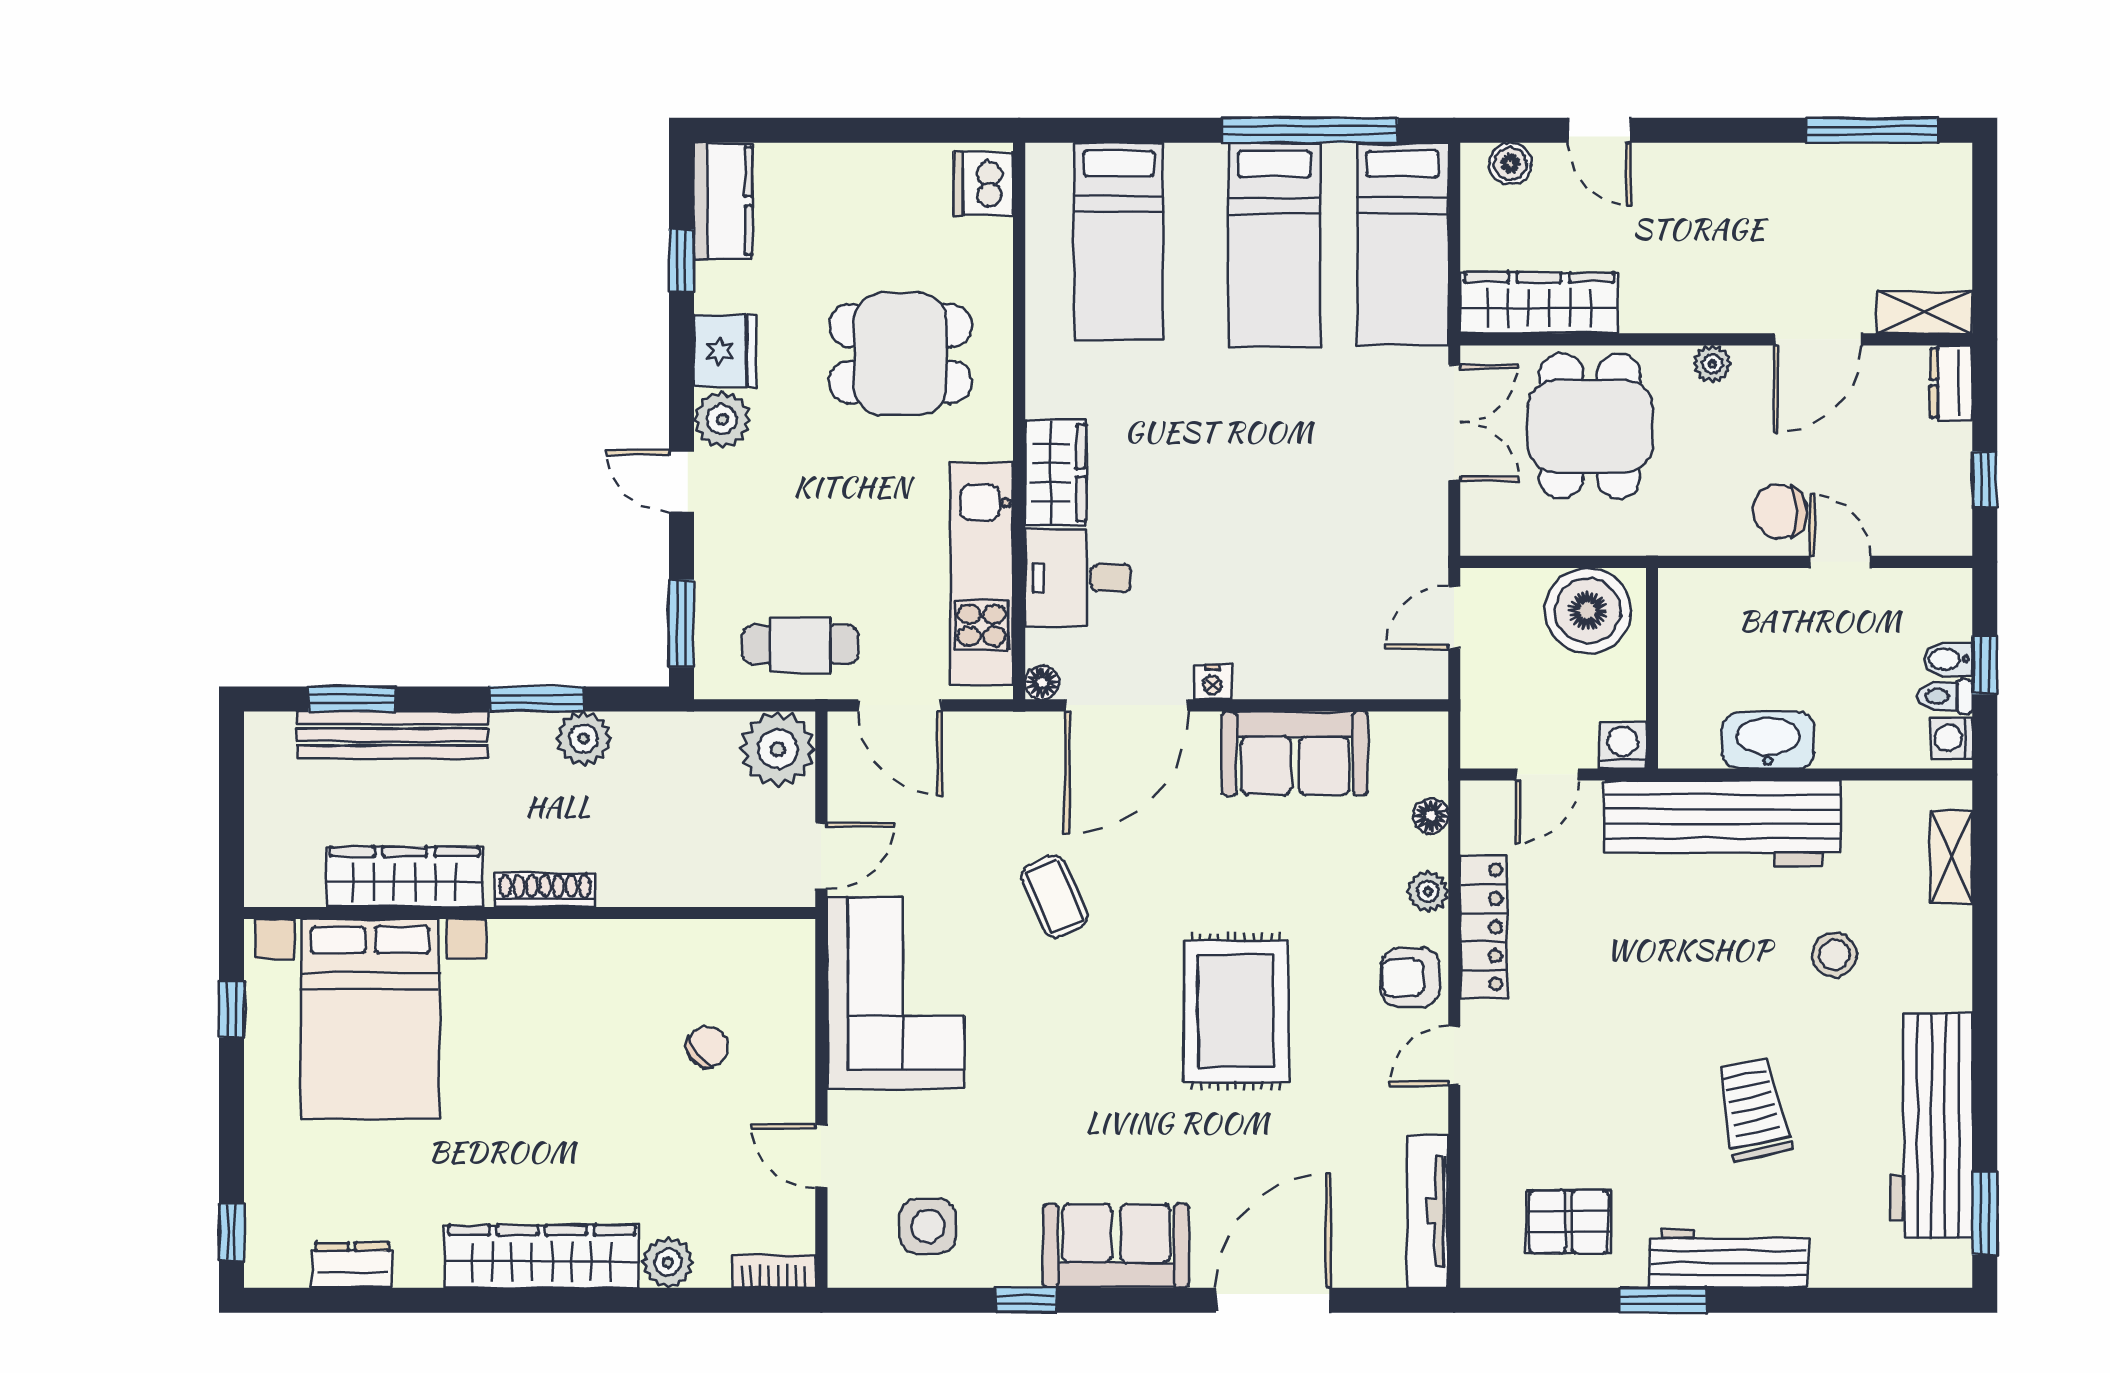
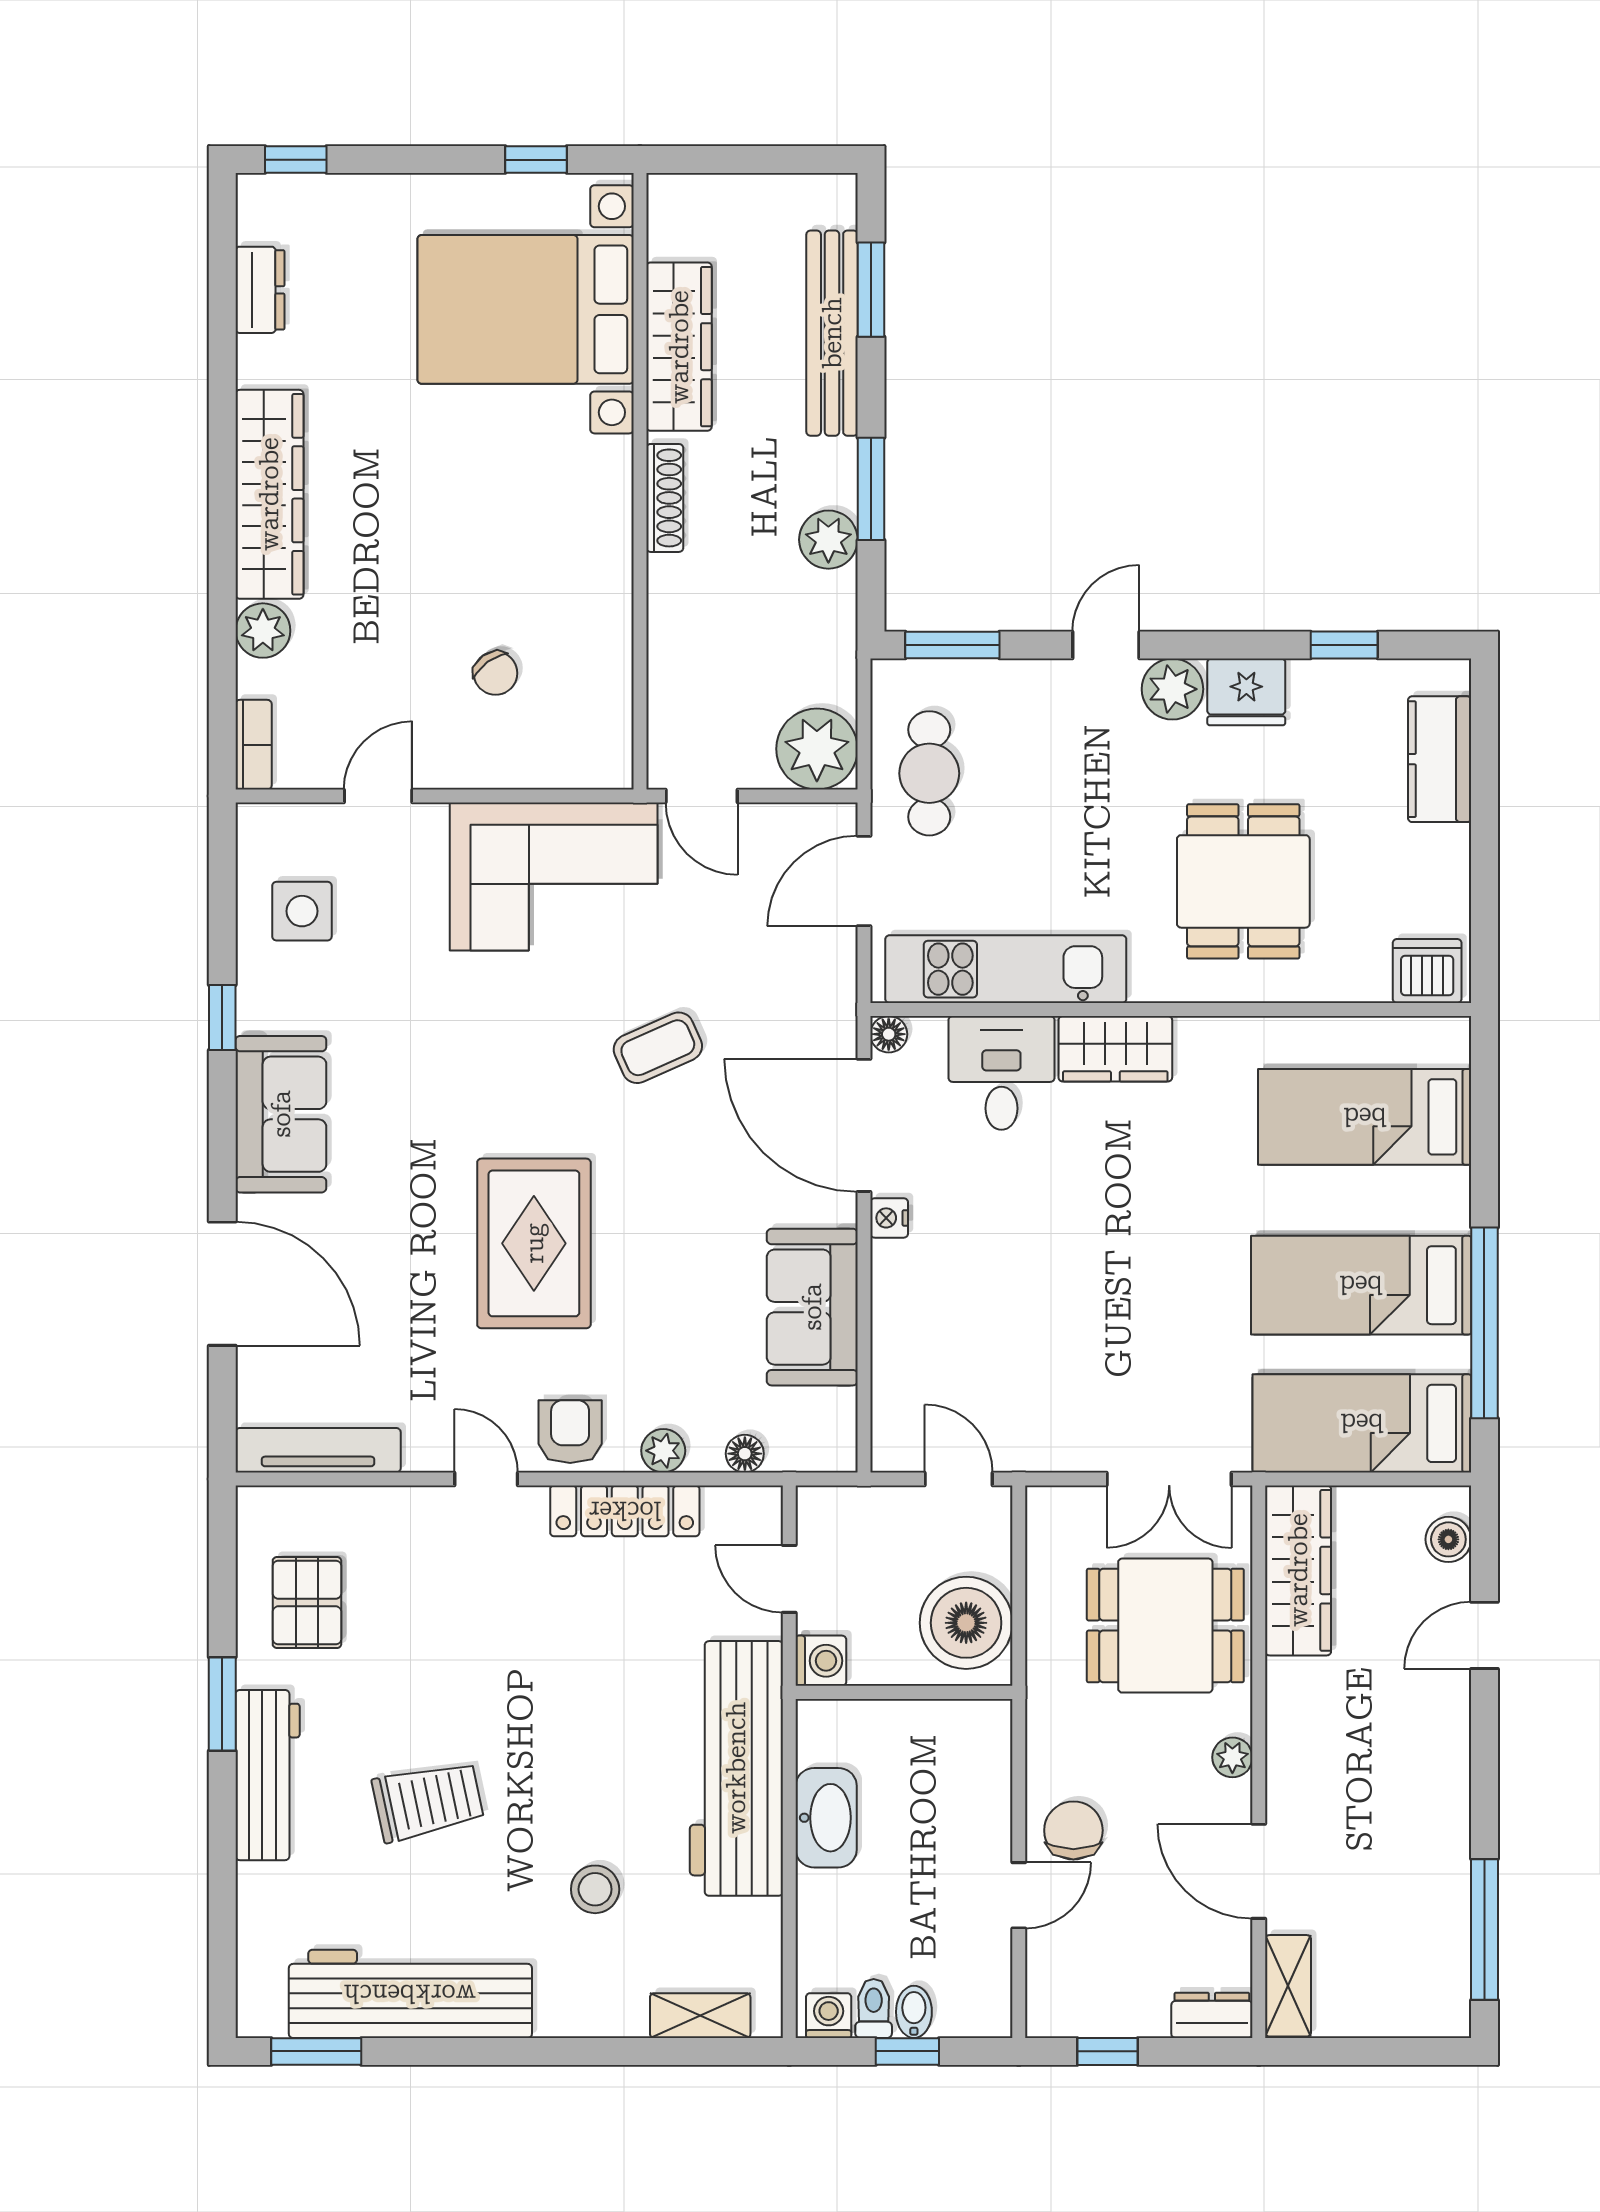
kitchen counter: (723, 201) -> (1440, 759), moved, turned 90
rug: (1236, 1011) -> (534, 1243), turned 90

